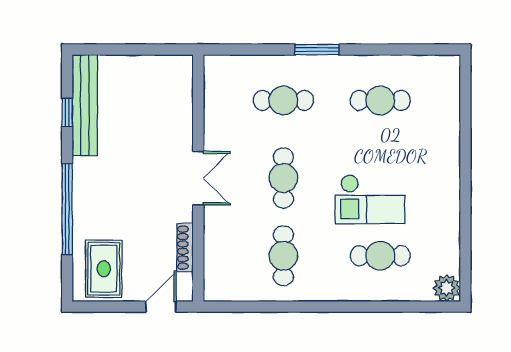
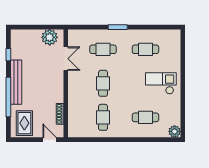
plant: (161, 73) -> (50, 37), added
bench: (85, 105) -> (16, 82), moved
double door: (198, 178) -> (66, 59), moved
checkout: (370, 199) -> (161, 83), moved, turned 180
door: (161, 307) -> (49, 140), hinge flipped

